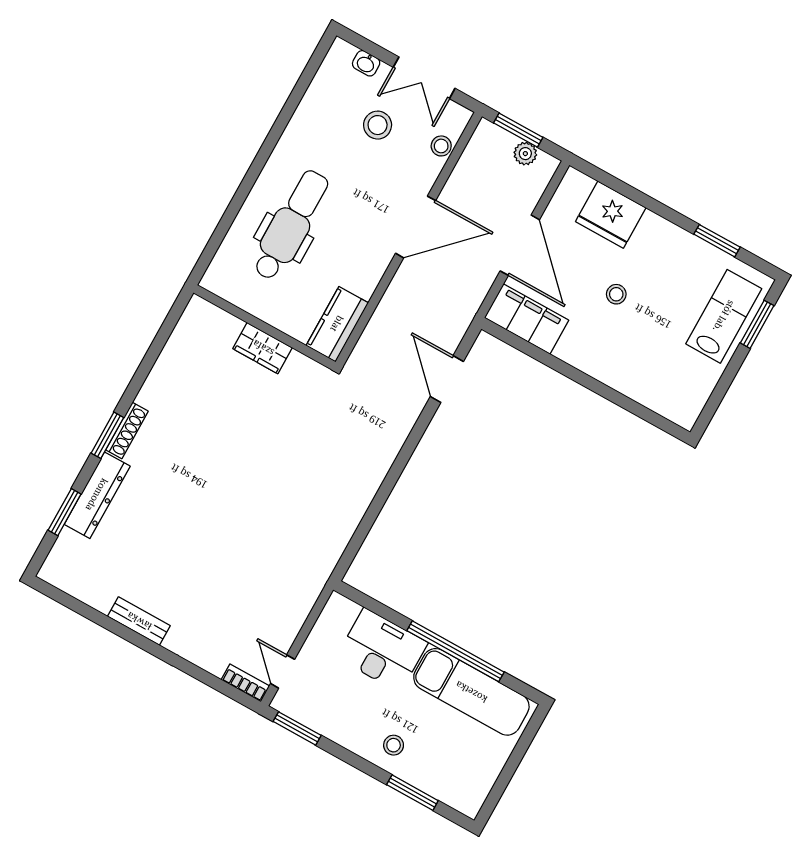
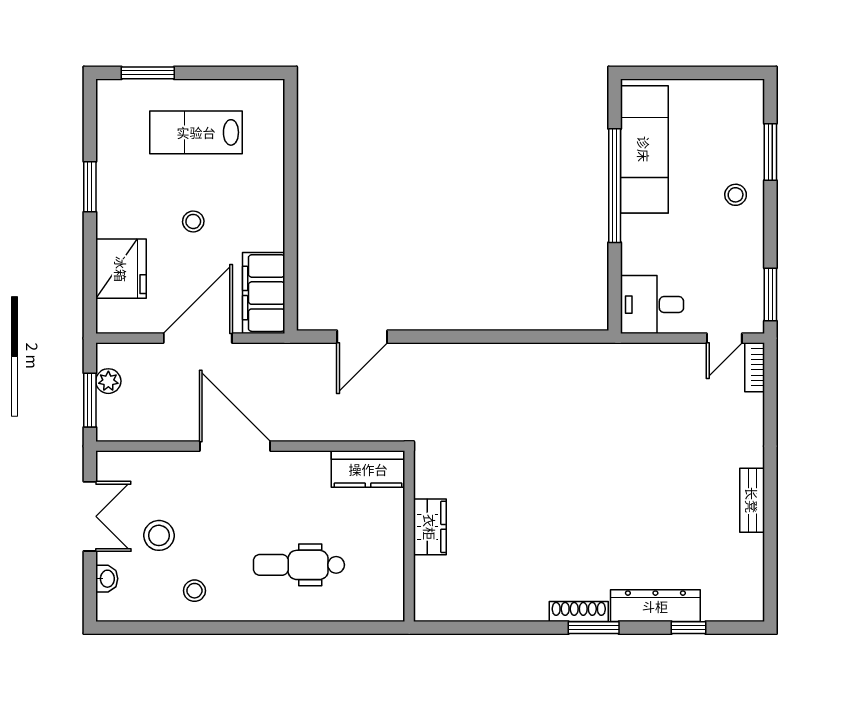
stool: (441, 146) -> (194, 591), moved
dental chair: (291, 225) -> (299, 565), width x0.73, depth x0.72
window: (717, 241) -> (90, 187), moved
lab bench: (724, 316) -> (196, 132), moved
window: (65, 512) -> (688, 628), width x0.67
desk: (382, 650) -> (652, 305), moved, width x0.73

